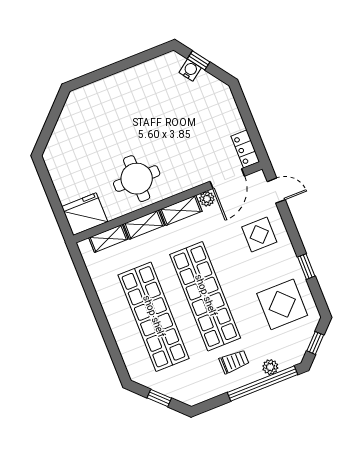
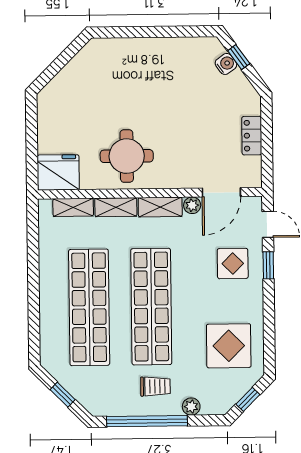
locker: (245, 149) -> (252, 136), moved
window: (306, 267) -> (268, 265), moved
window: (263, 384) -> (147, 421), moved

